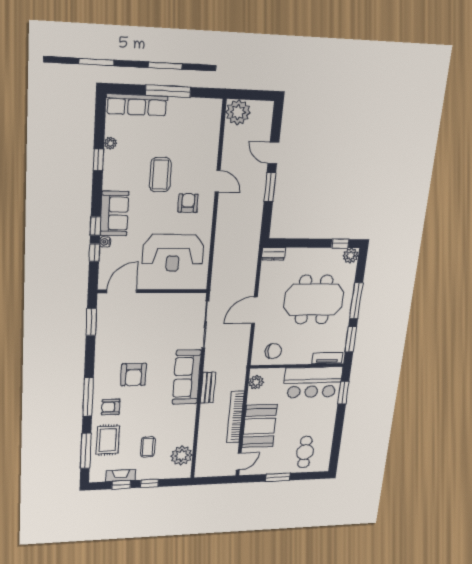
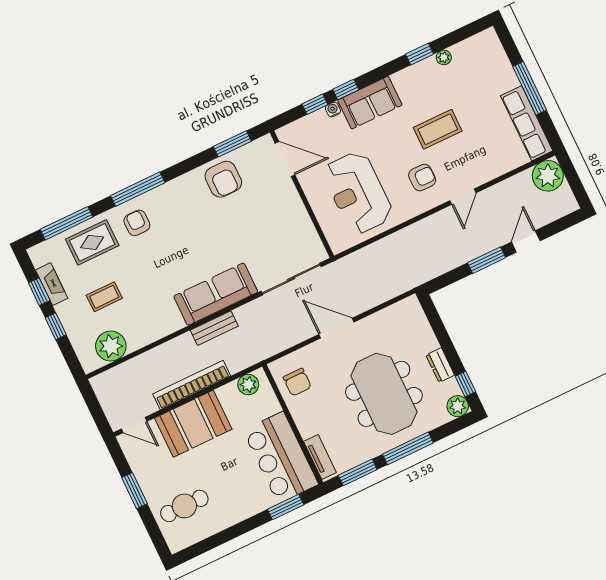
row of seats: (137, 105) -> (527, 123), moved
dresser: (274, 254) -> (440, 365), moved
armchair: (134, 375) -> (223, 179), moved, turned -90

